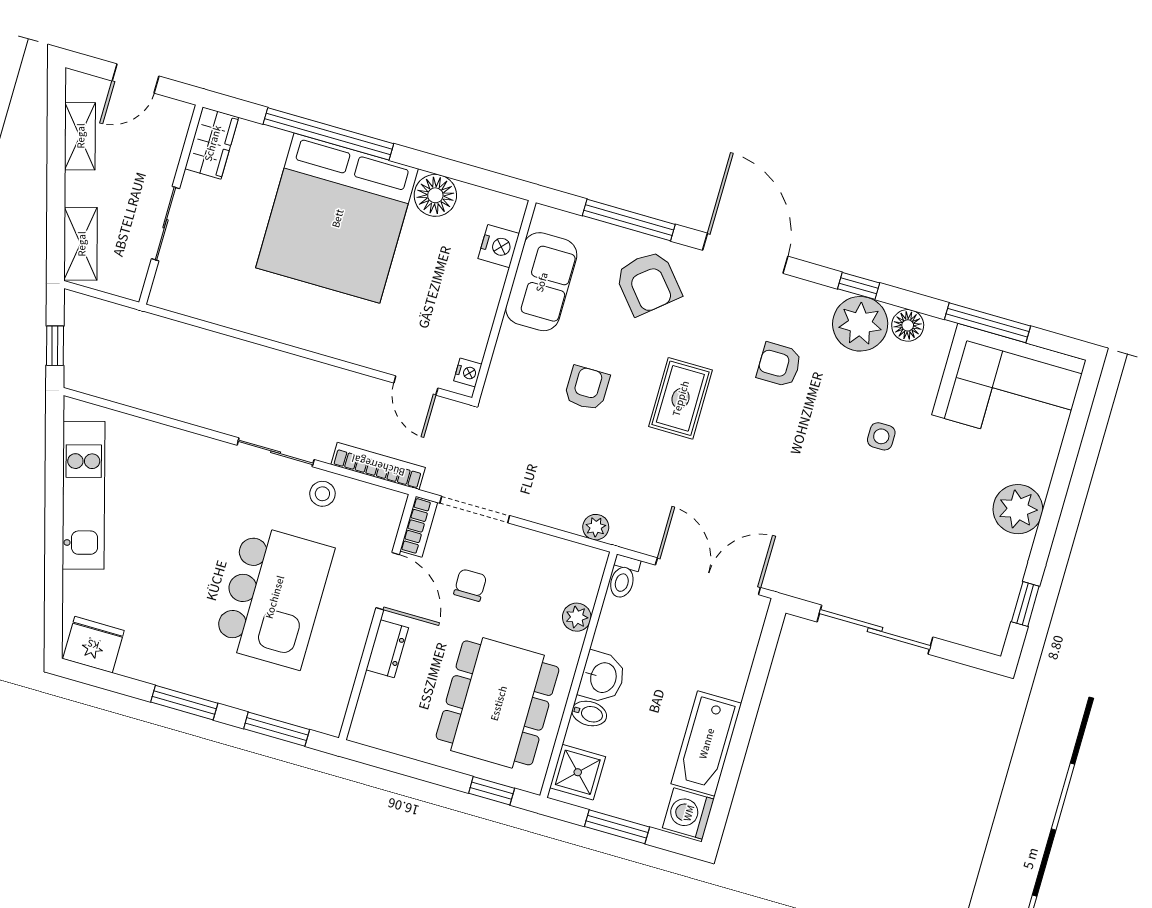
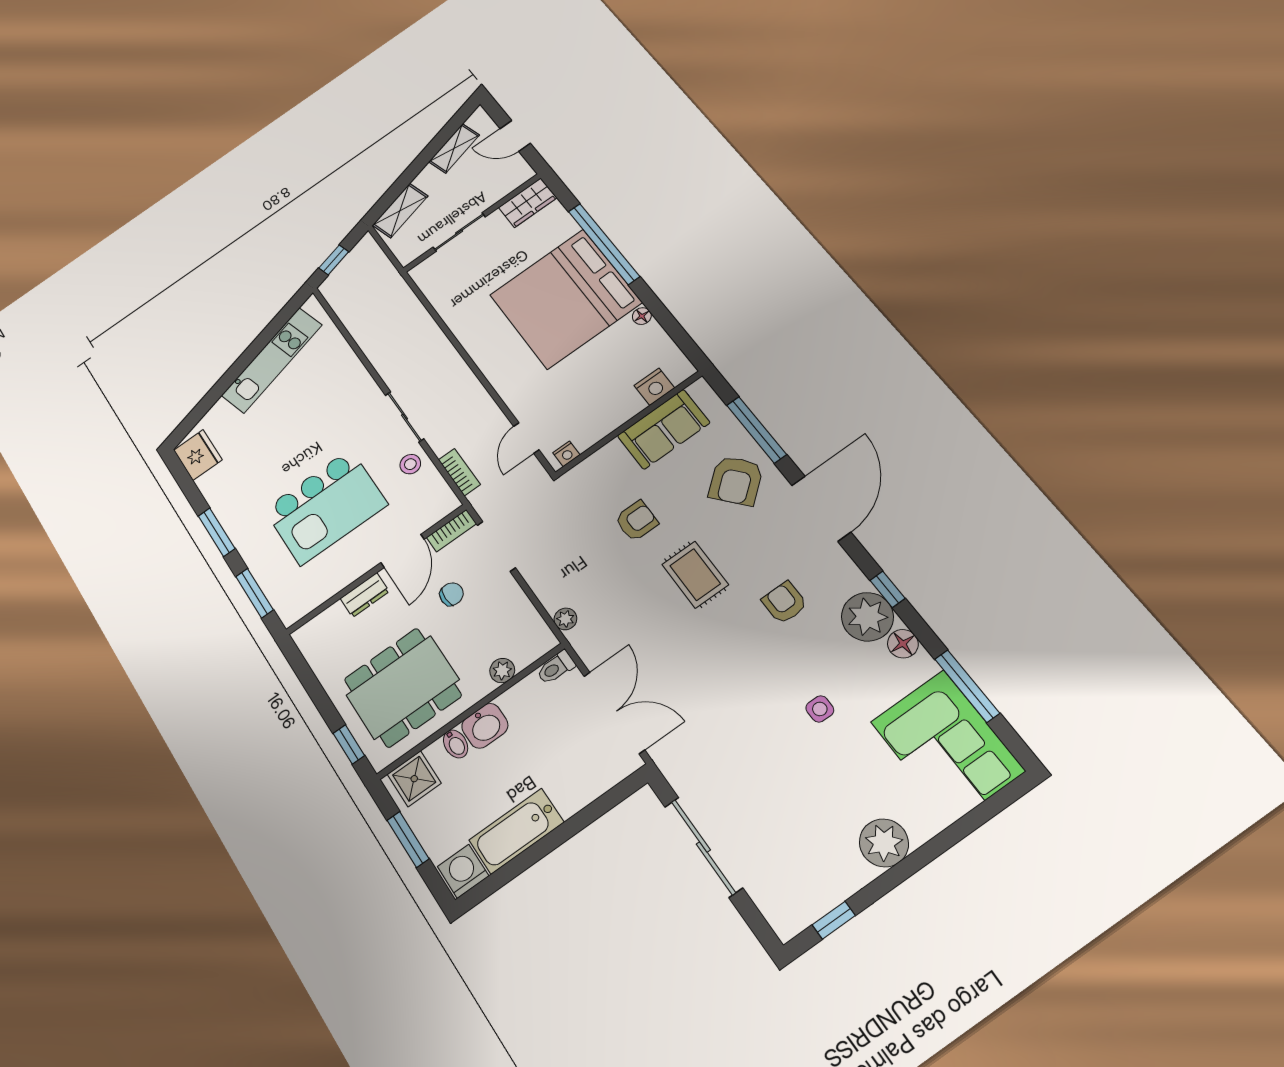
floor lamp: (435, 195) -> (642, 316), width x0.53, depth x0.53
rug: (680, 398) -> (695, 575), turned 90
bookcase: (378, 466) -> (459, 472), width x0.64

